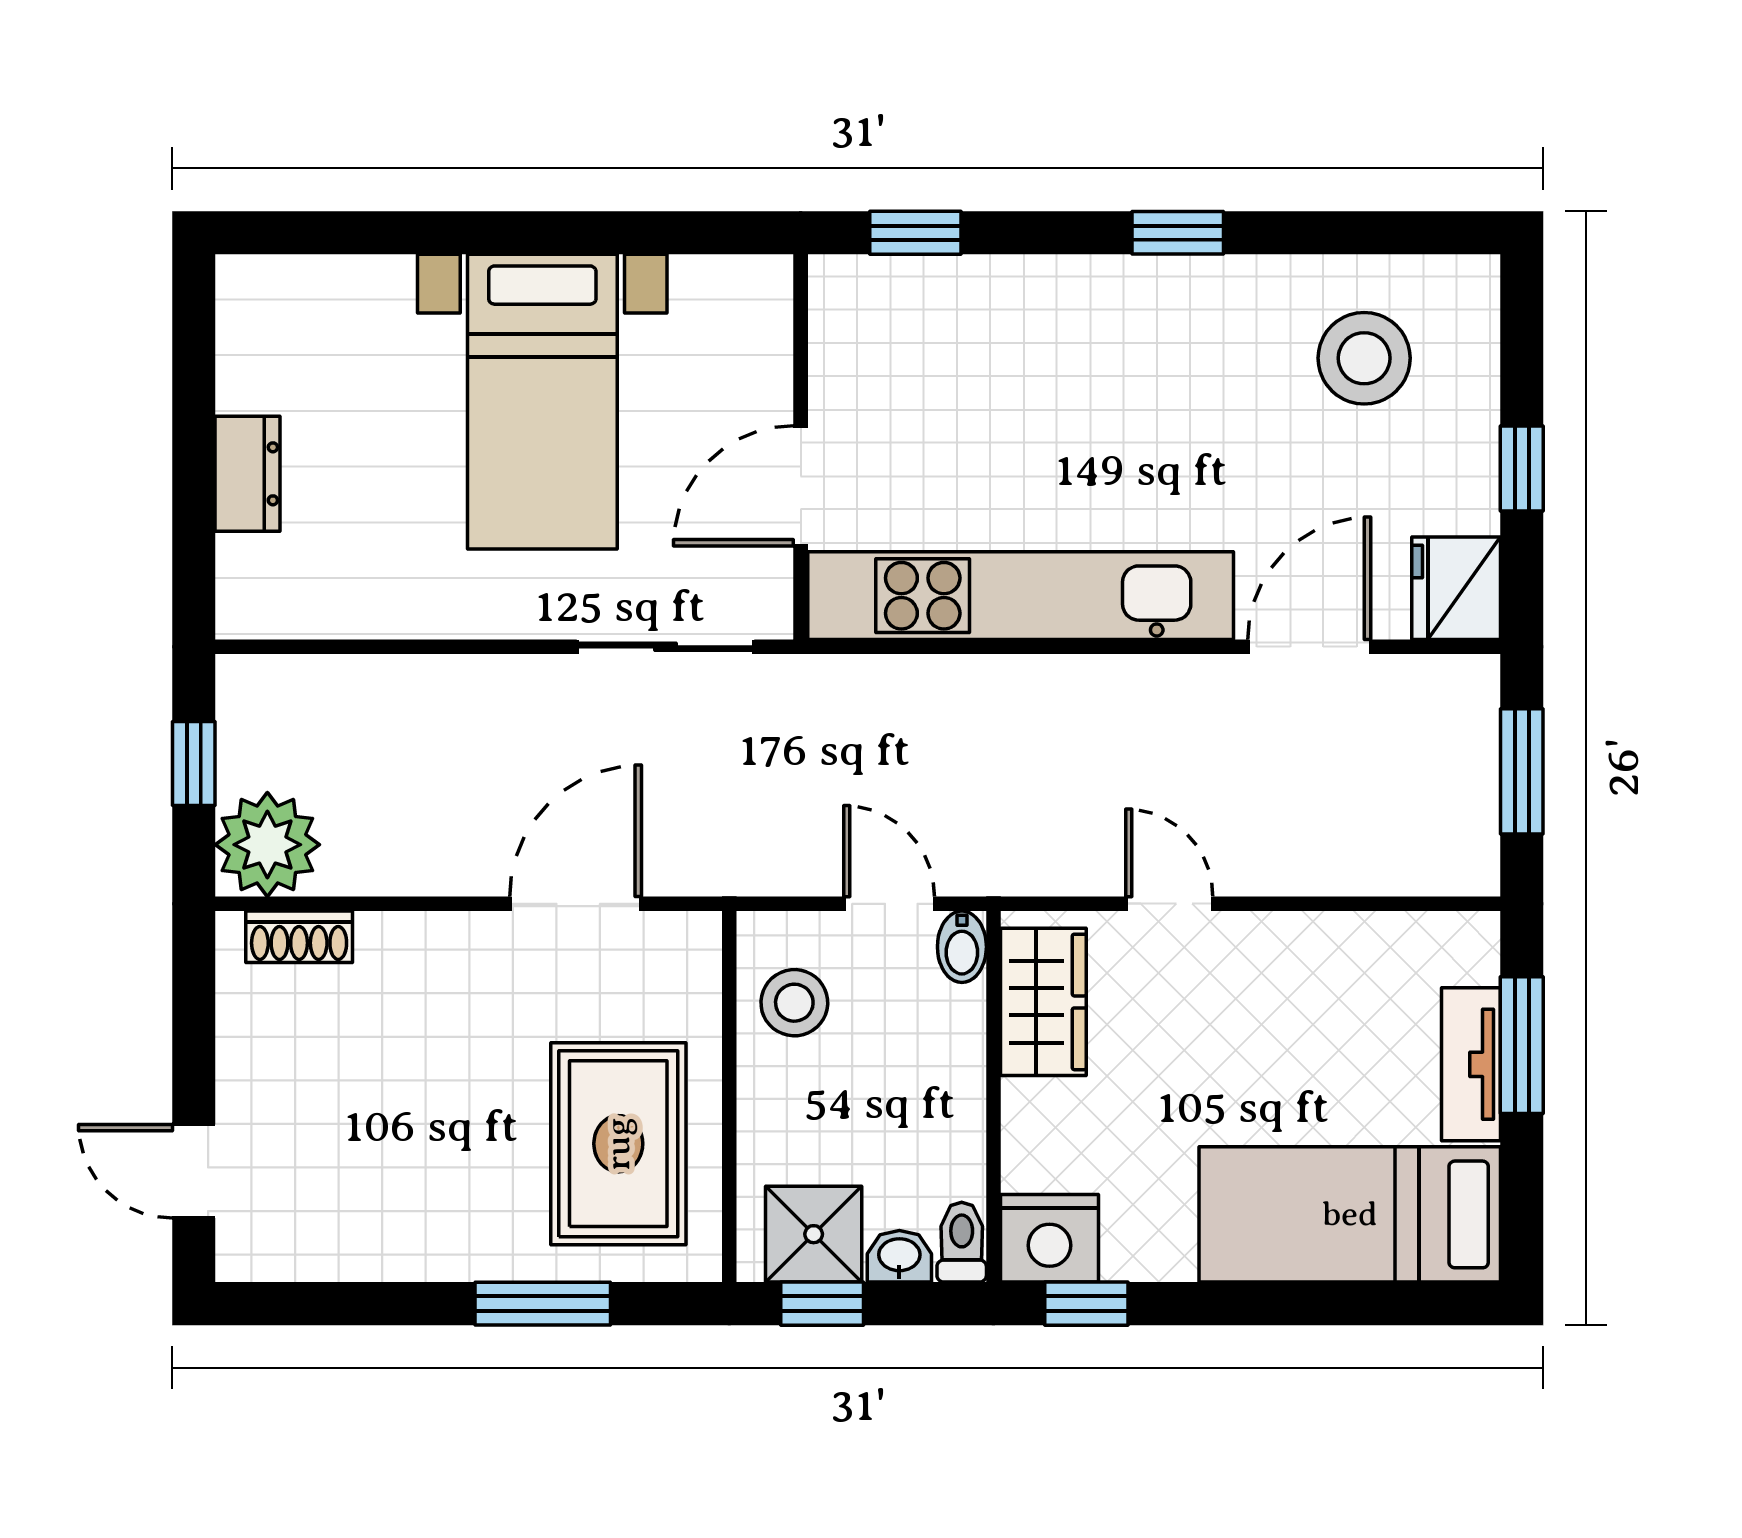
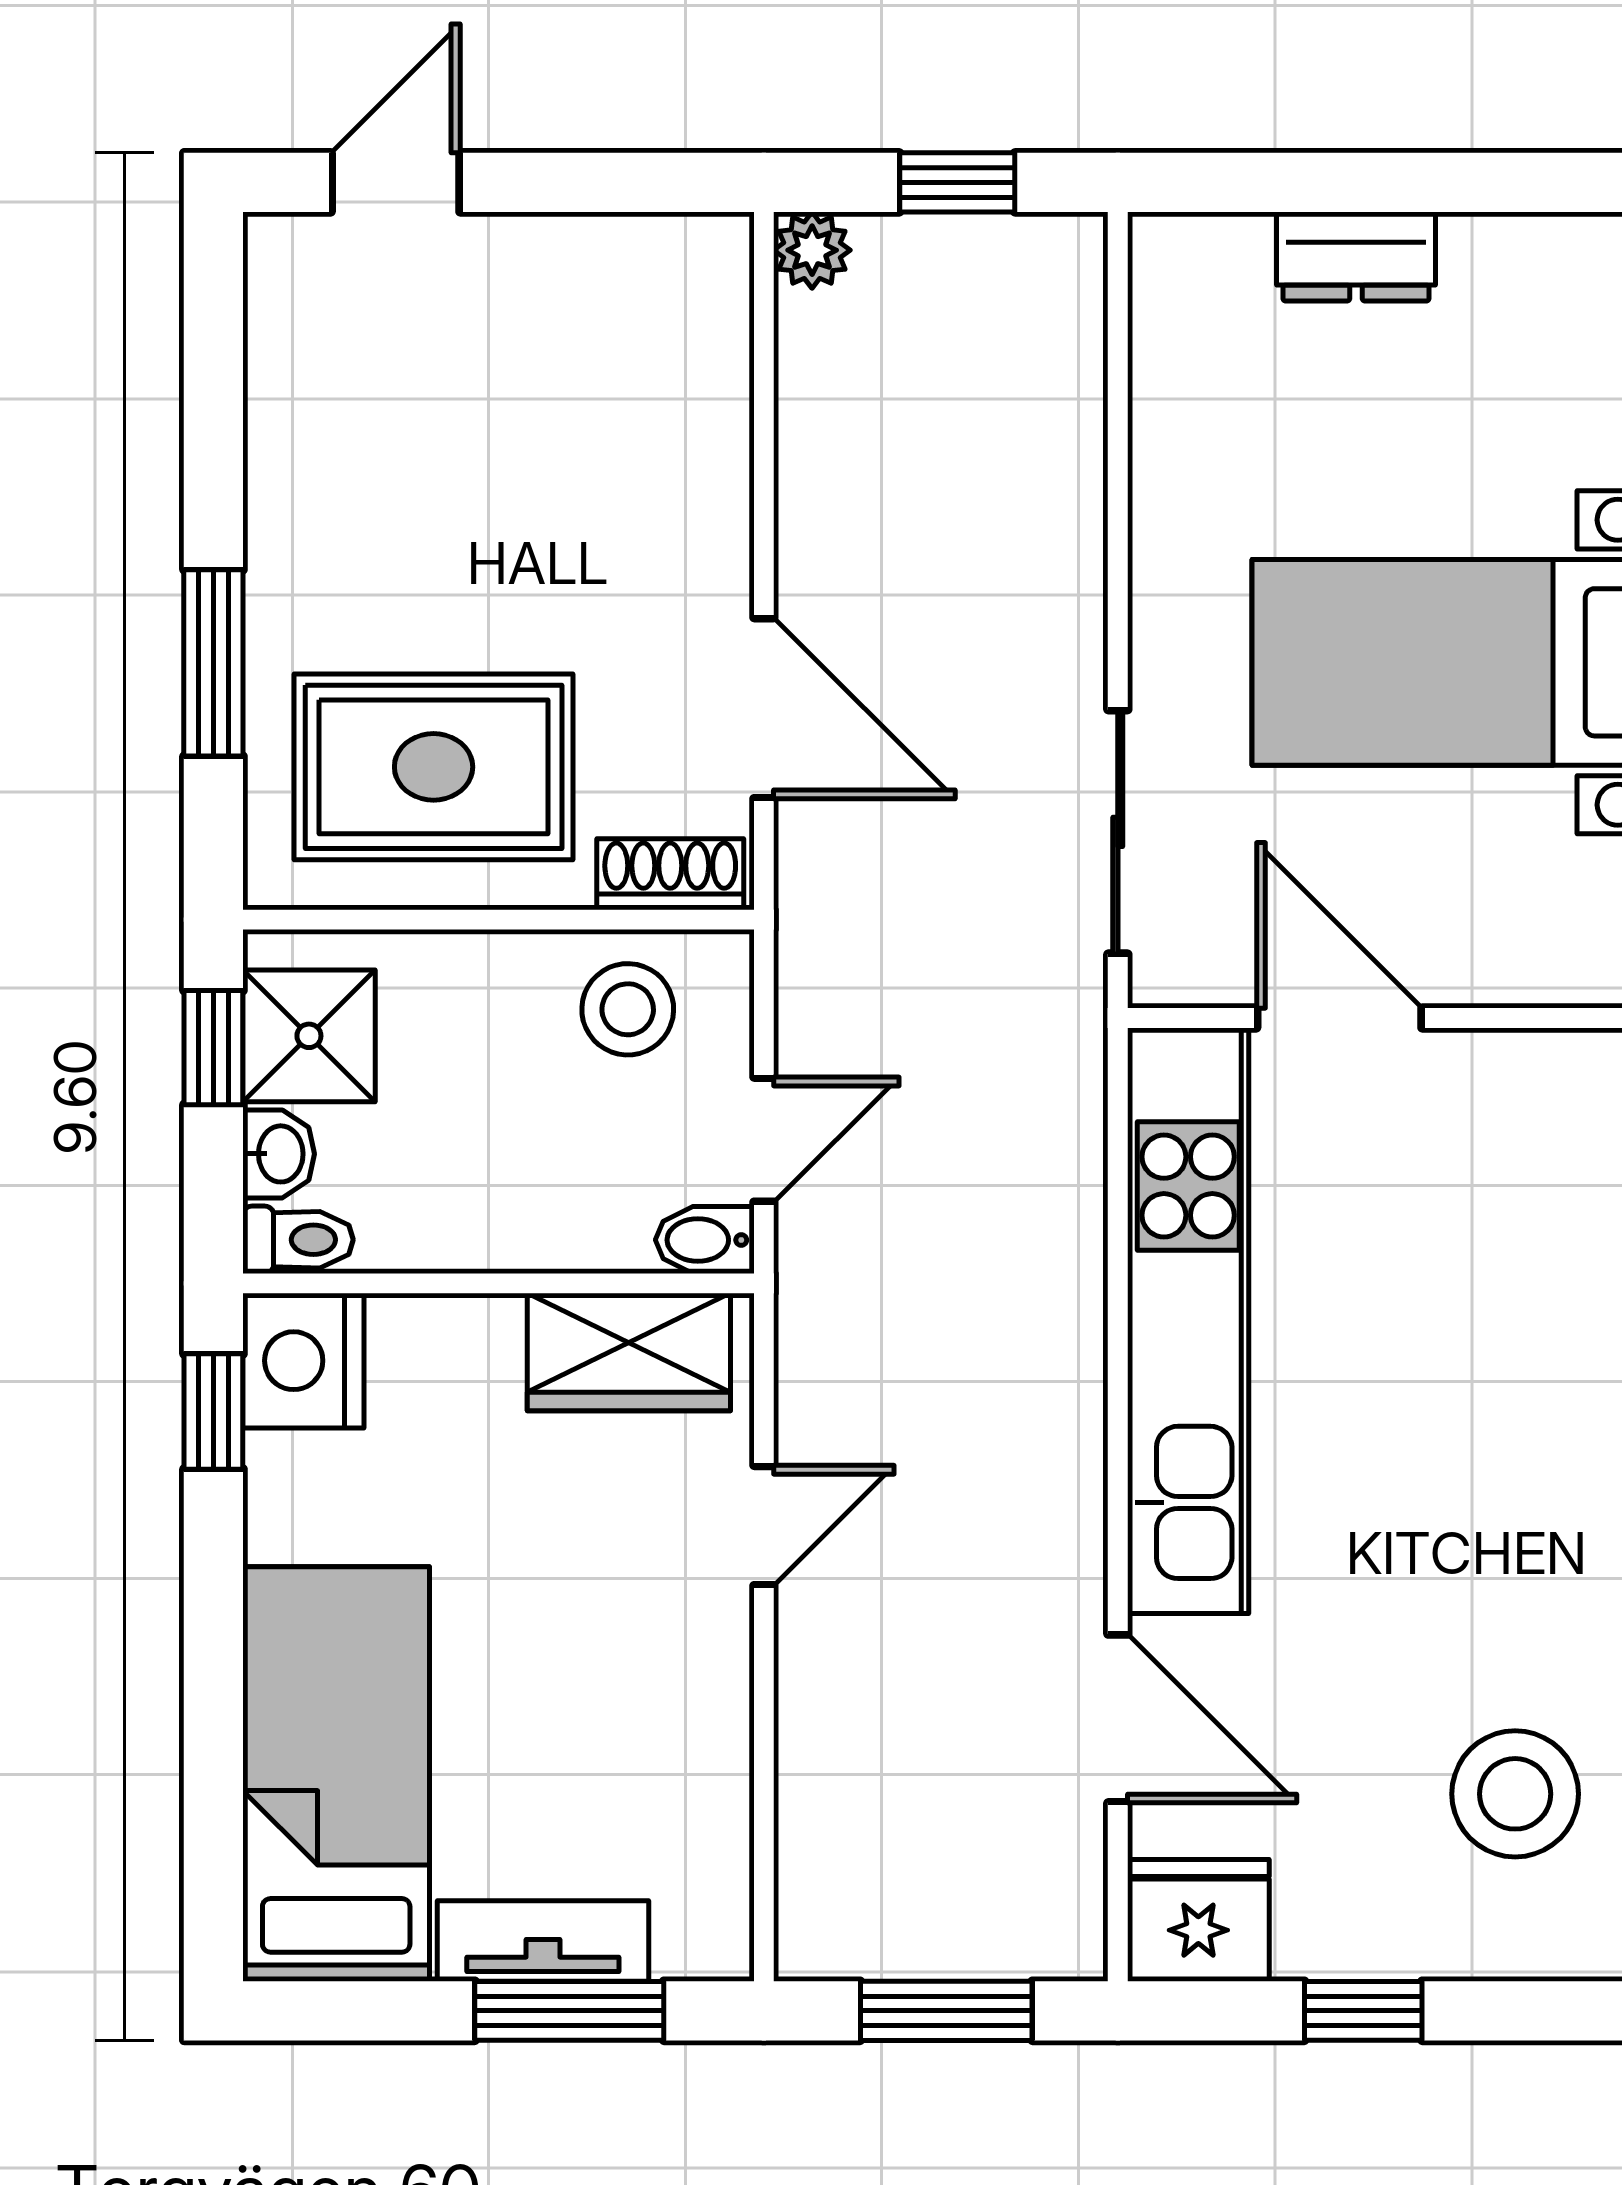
plant: (267, 845) -> (812, 250), width x0.53, depth x0.53
shoe rack: (299, 937) -> (670, 874), moved, turned 90

